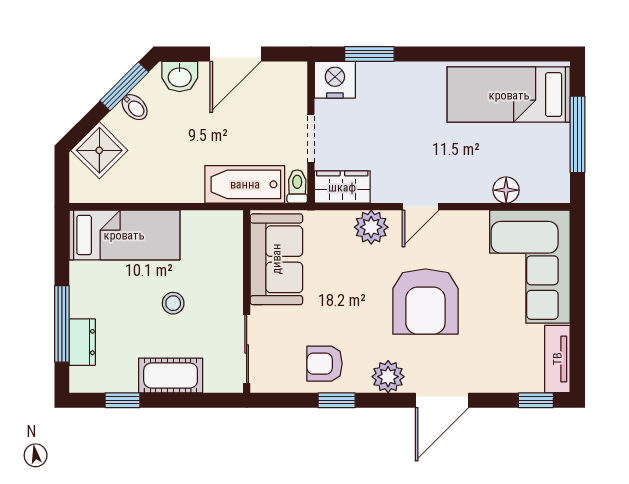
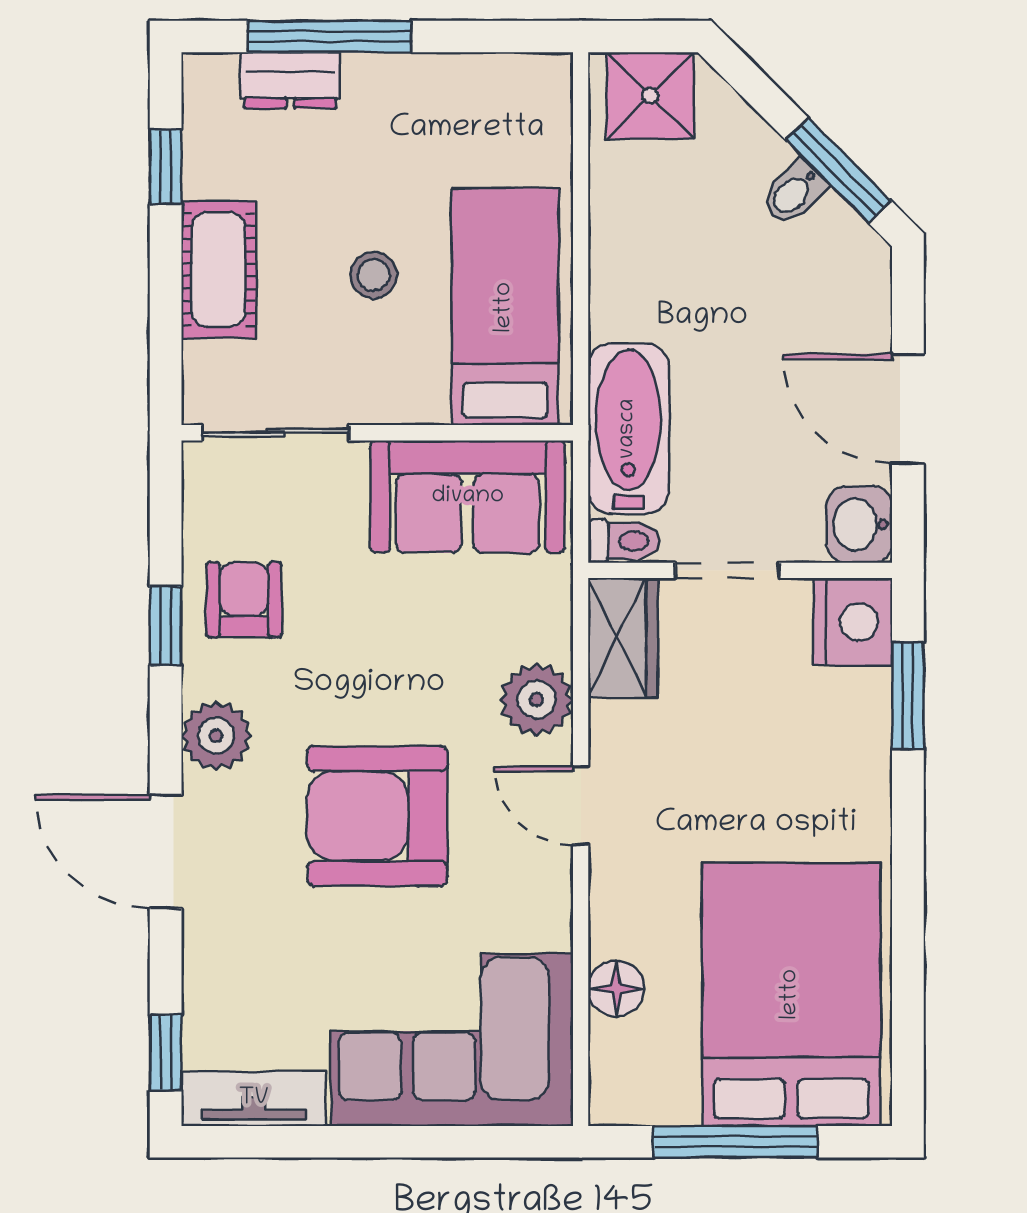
washbasin: (180, 76) -> (860, 524), moved
bed: (509, 95) -> (791, 994), width x1.50
shower: (99, 150) -> (650, 96), moved, turned 45
bed: (124, 235) -> (505, 307), moved, turned 180

